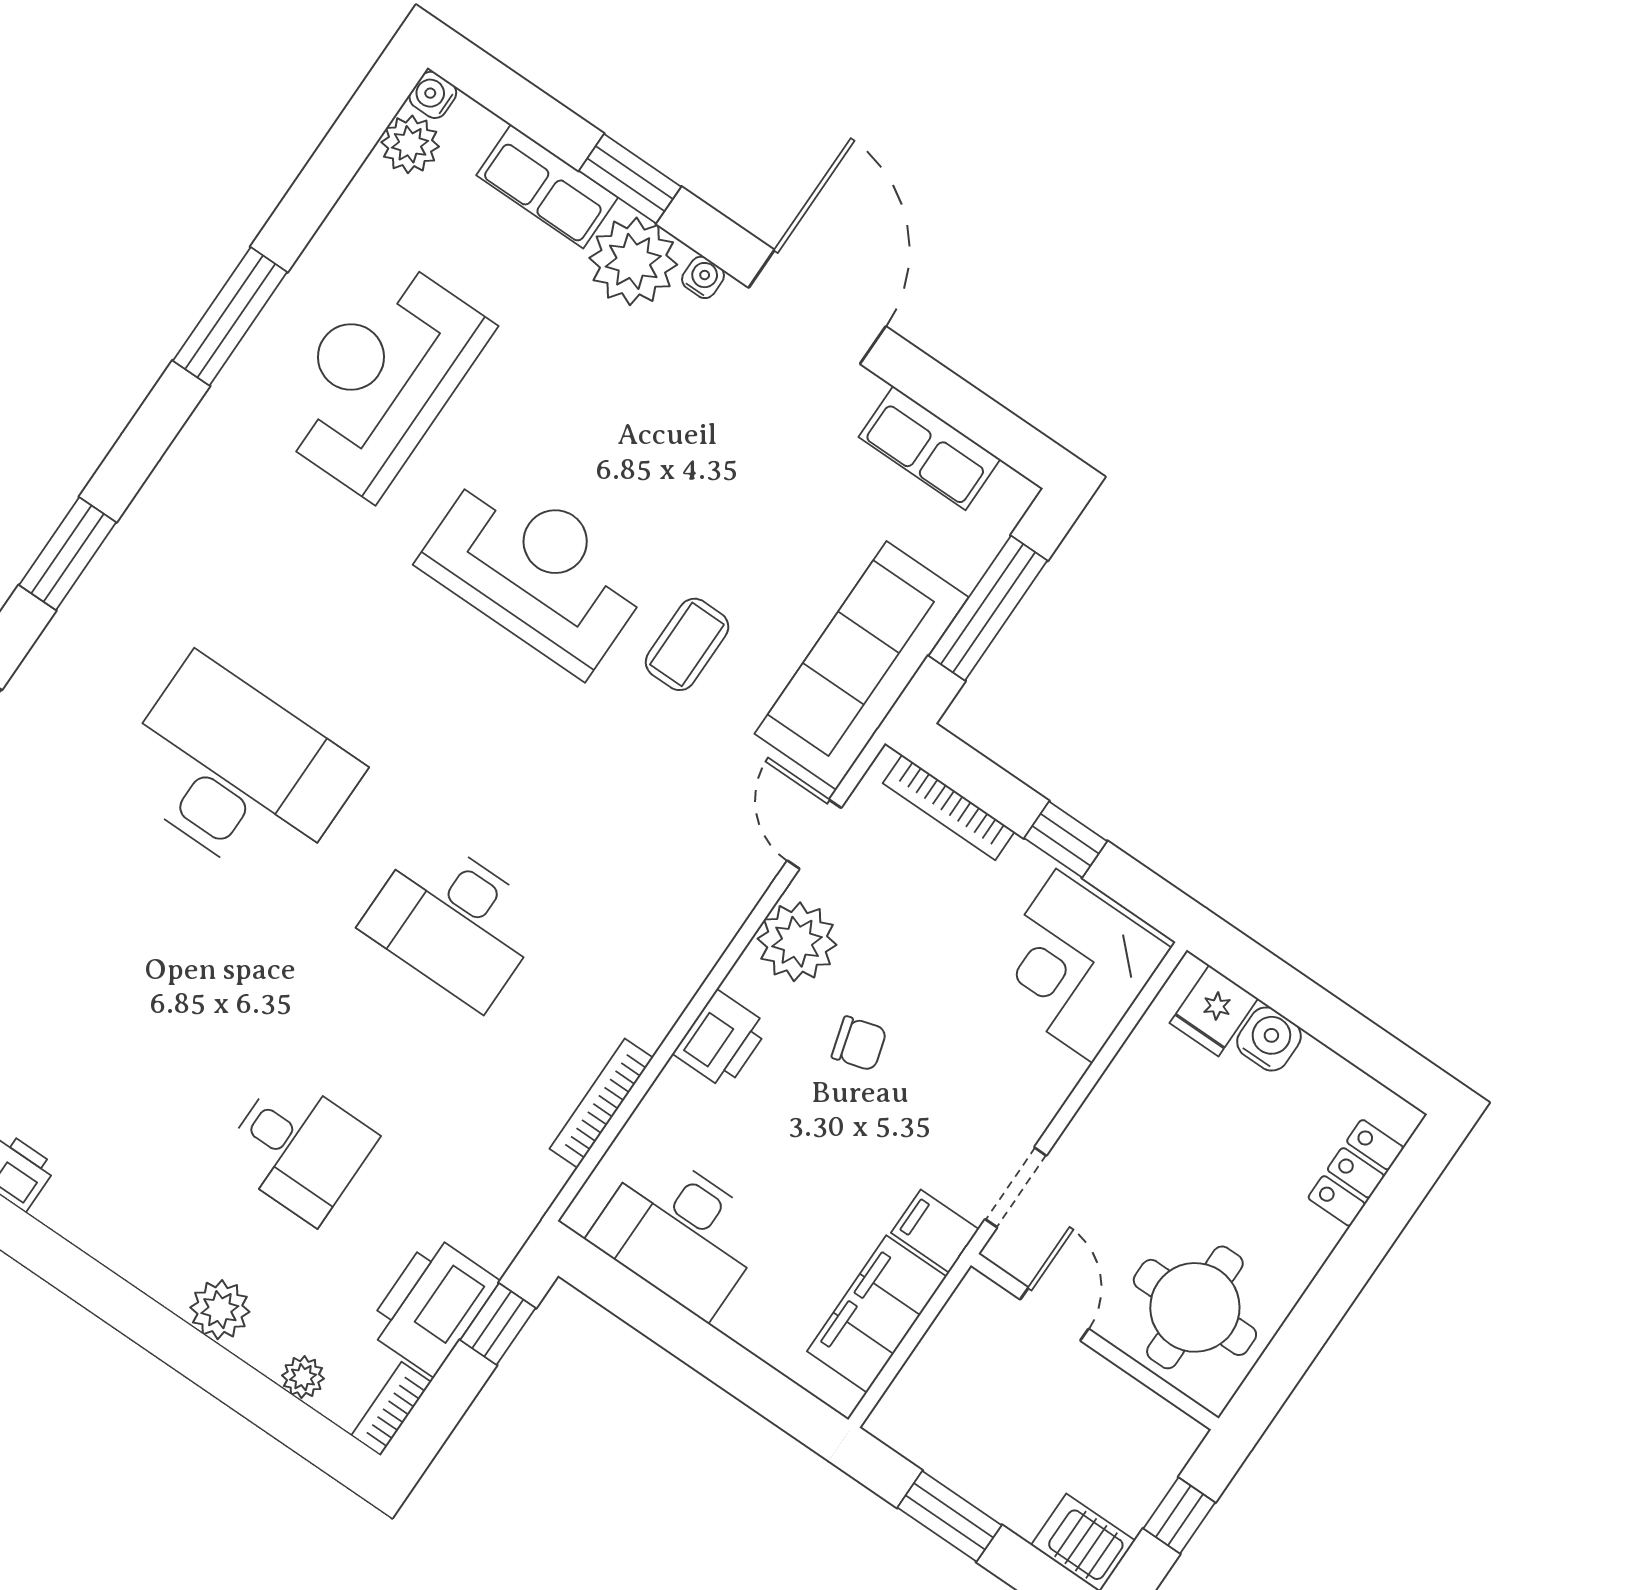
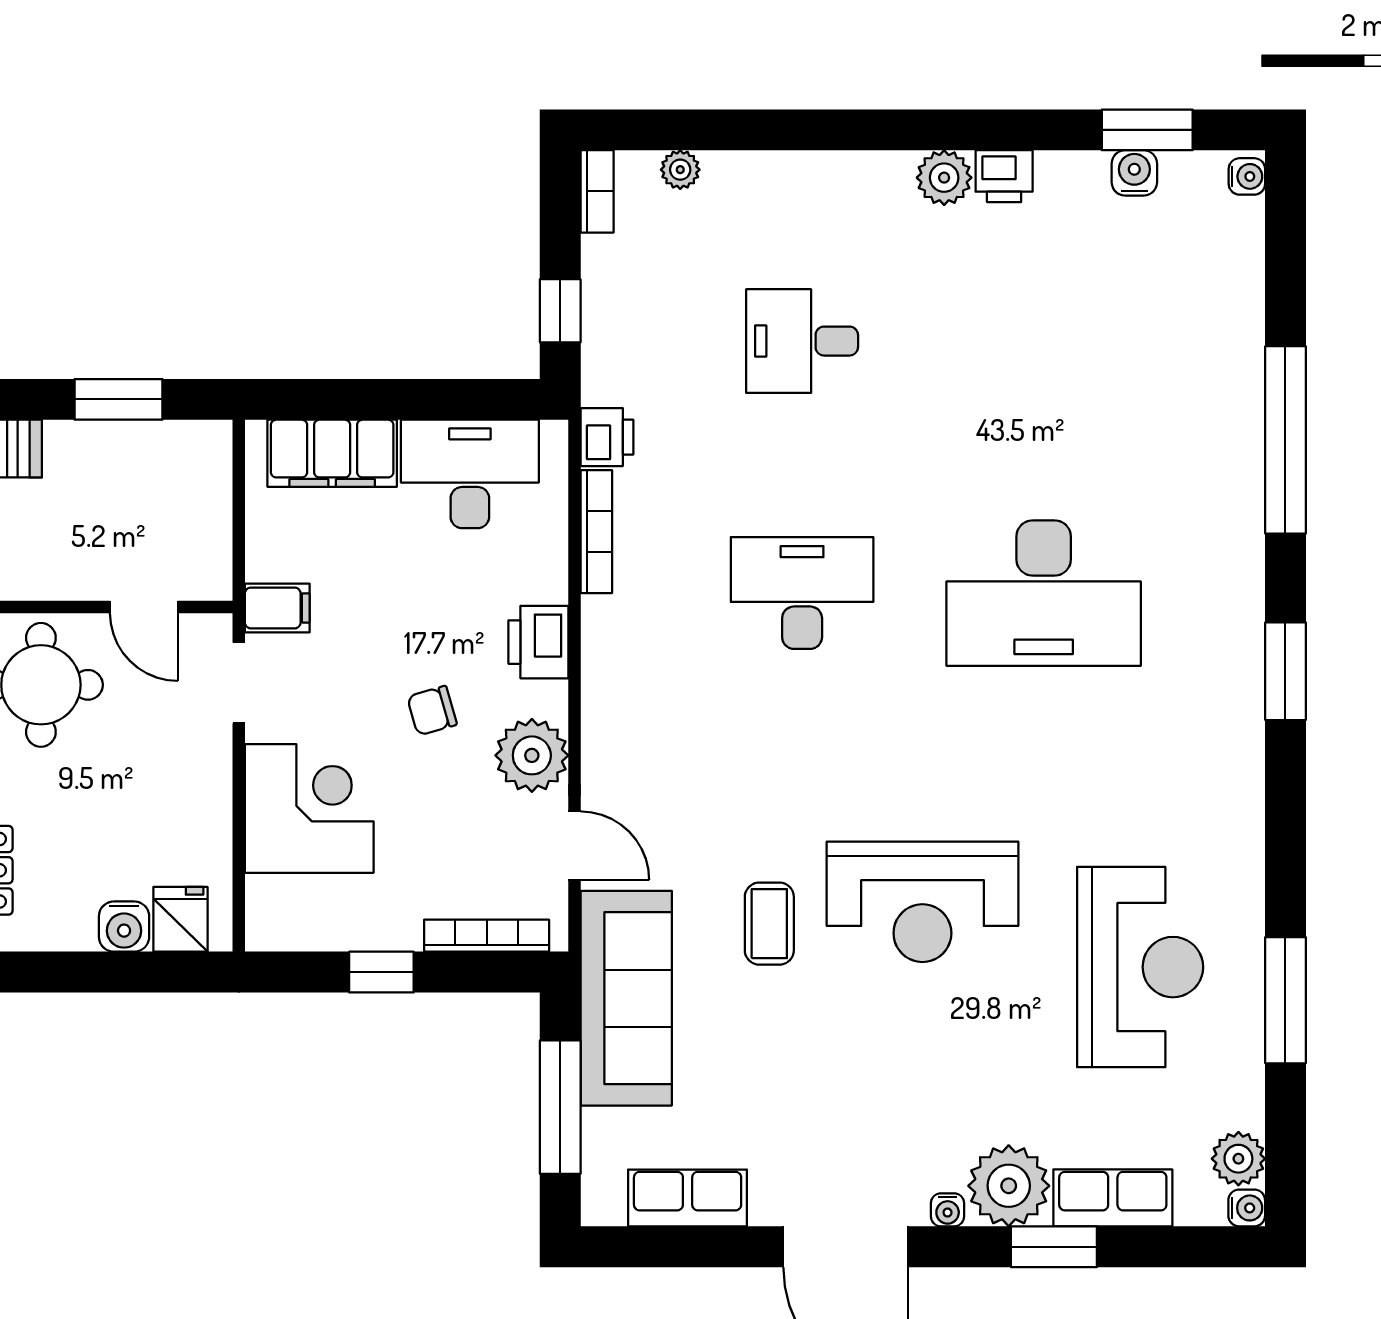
window: (230, 316) -> (1285, 1000), moved
corner desk: (1074, 966) -> (309, 808), moved
printer: (432, 1305) -> (607, 437), moved, width x0.53, depth x0.68
plant: (220, 1310) -> (944, 178), moved
filing cabinet: (877, 1314) -> (332, 453), moved, turned 90

